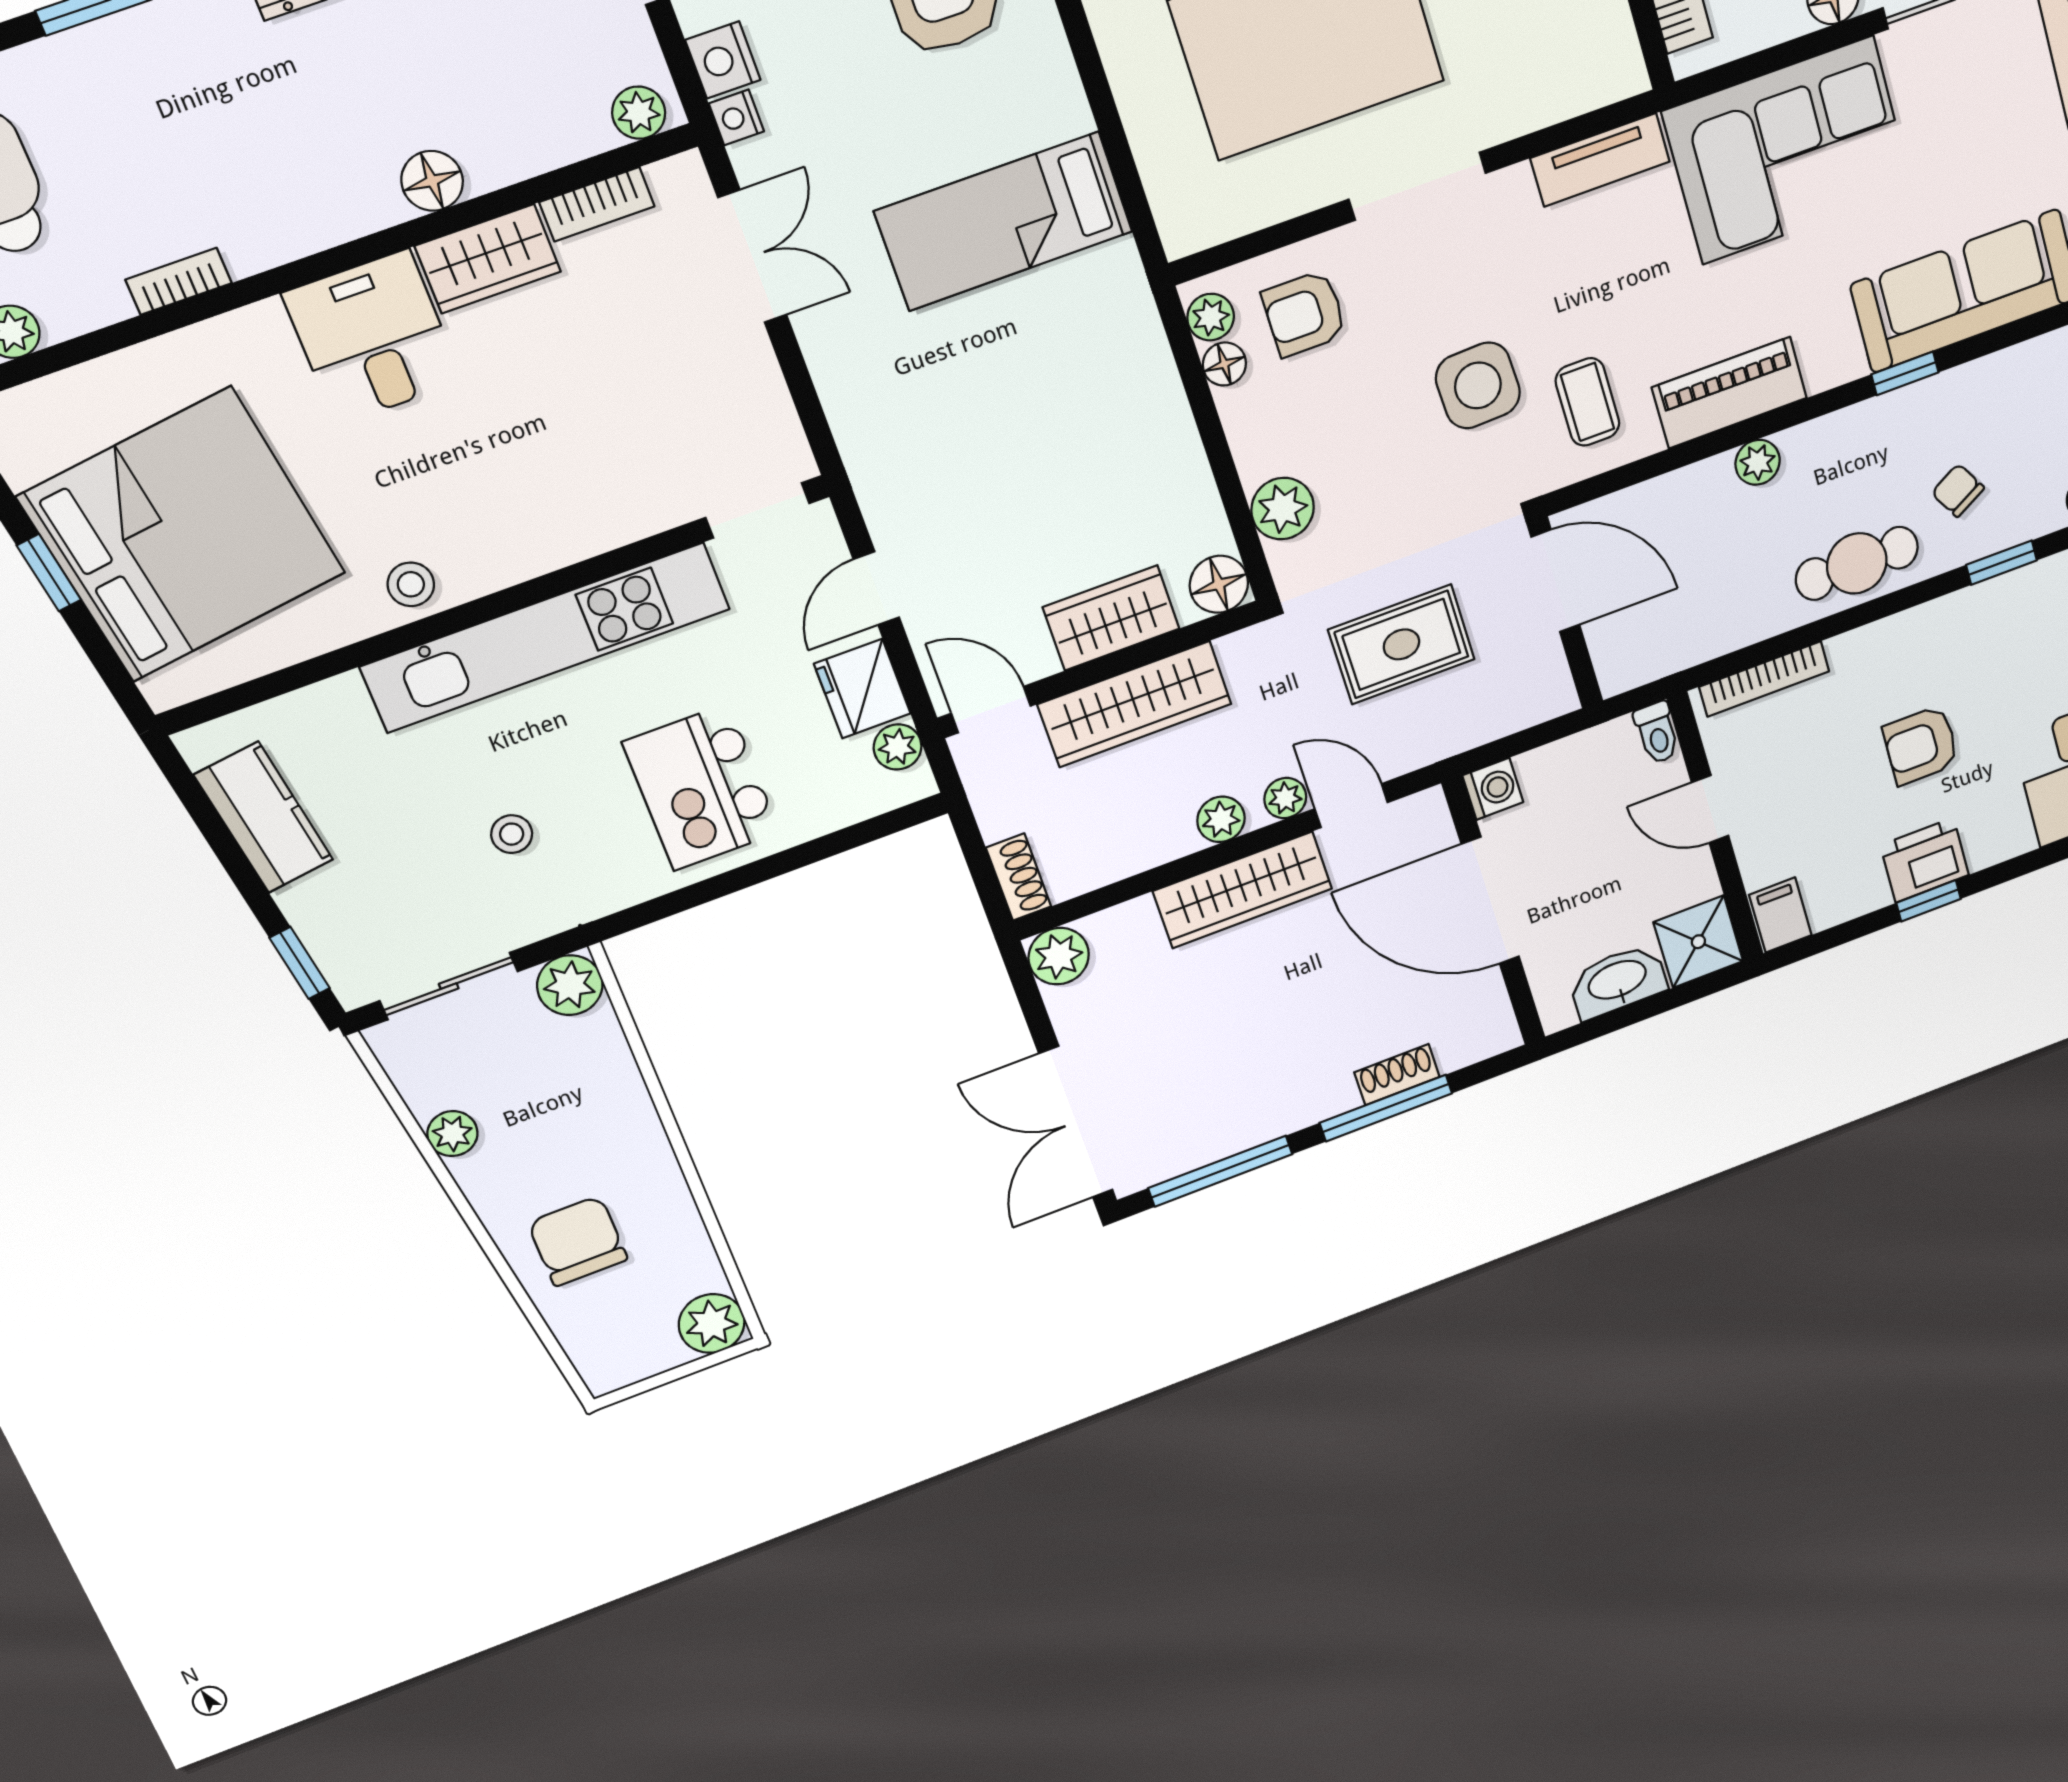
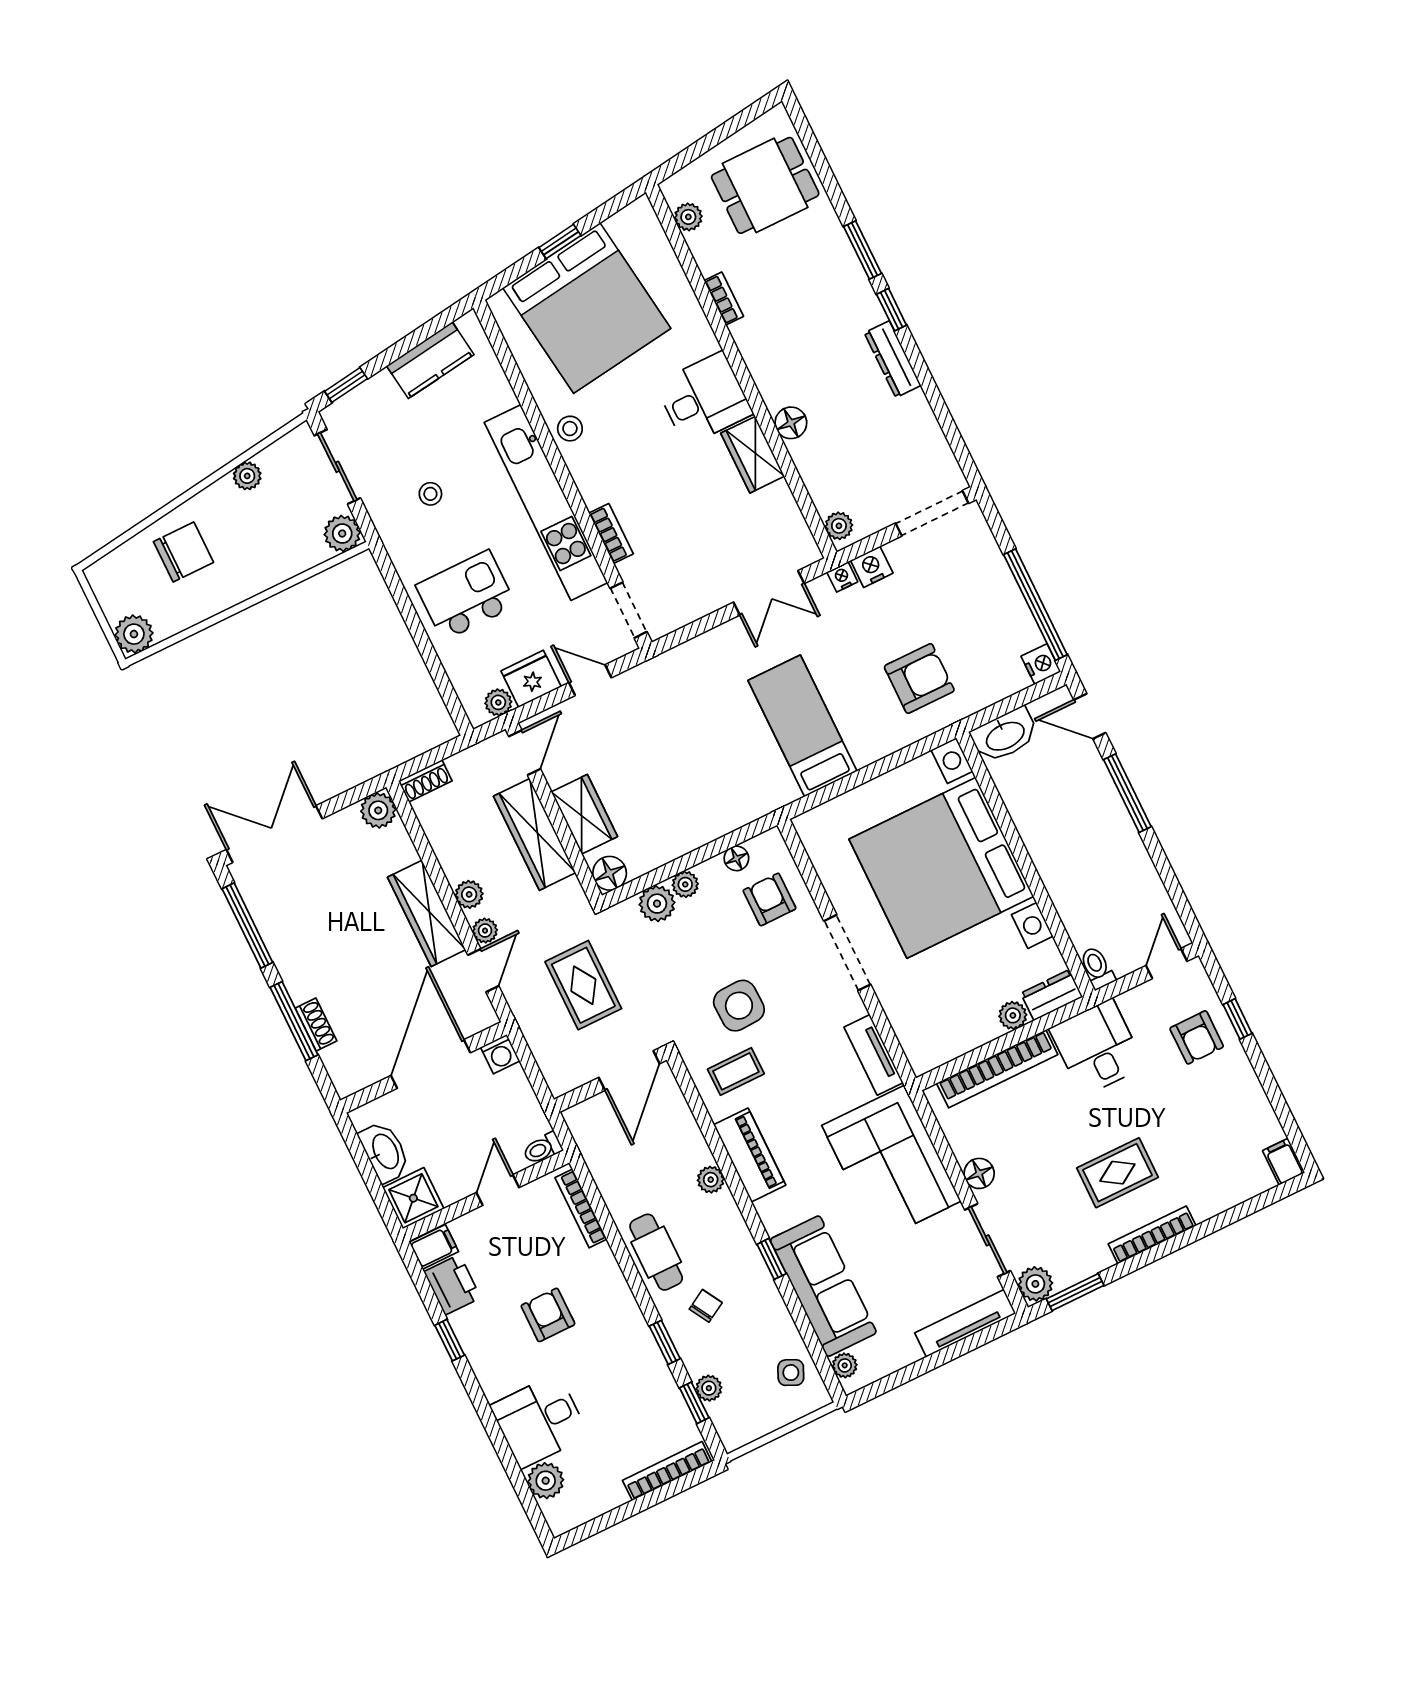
bookcase: (597, 204) -> (611, 533), moved, turned 180
plant: (1211, 317) -> (685, 884), moved
printer: (1925, 860) -> (452, 1285), moved

